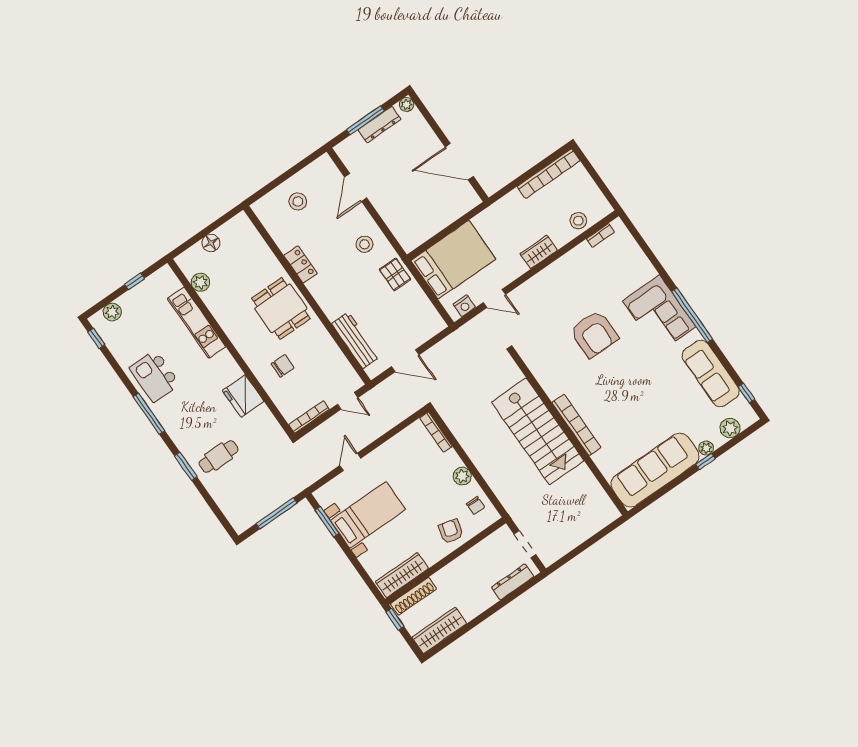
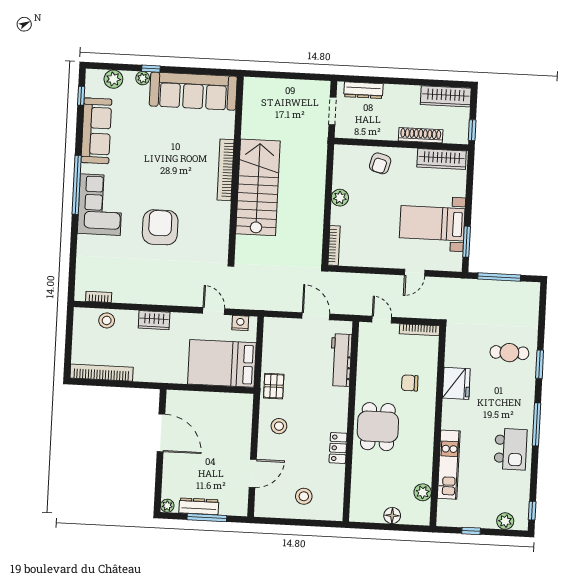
chair: (476, 506) -> (347, 168), removed
shoe rack: (413, 596) -> (421, 135), moved

